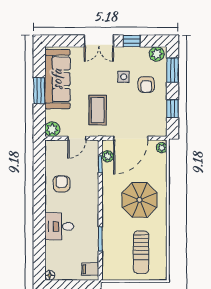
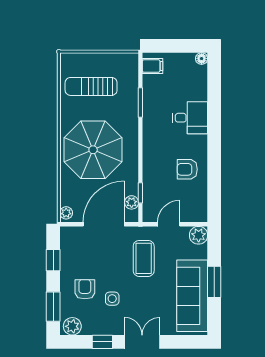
armchair: (62, 184) -> (187, 169), turned 90
parasol: (139, 200) -> (93, 150), width x1.36, depth x1.36
sun lounger: (141, 252) -> (91, 86), turned -90

